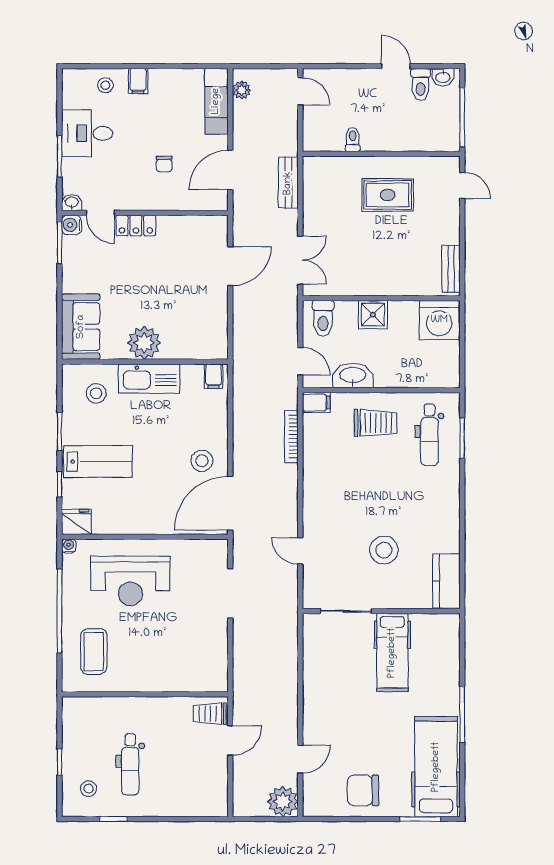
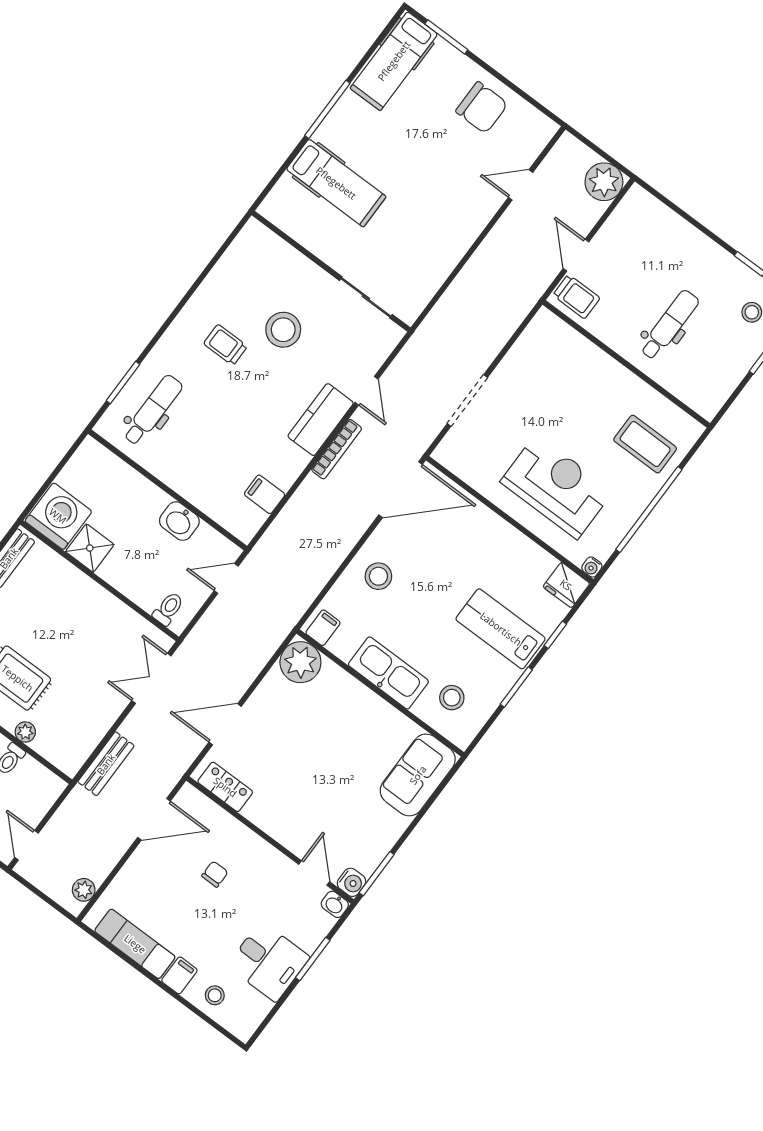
exam couch: (216, 101) -> (135, 944), moved, turned -90
plant: (356, 164) -> (25, 732), added
locker: (136, 226) -> (225, 787), moved
shower: (373, 315) -> (90, 548), moved
toilet: (323, 318) -> (168, 609), width x0.73, depth x0.72
plant: (144, 343) -> (300, 662), moved
door: (300, 361) -> (226, 578), hinge flipped
washbasin: (353, 376) -> (179, 521), width x0.72
filing cabinet: (316, 403) -> (265, 494), moved
trolley: (376, 423) -> (225, 345), moved, width x0.73, depth x0.72
bookcase: (291, 437) -> (337, 449), moved
stool: (202, 461) -> (378, 576), moved
kitchen counter: (446, 581) -> (321, 420), moved, turned 180
coffee table: (94, 651) -> (645, 444), turned 90
hospital bed: (392, 653) -> (336, 183), moved, turned 90
door: (230, 740) -> (576, 255), hinge flipped
dental chair: (130, 764) -> (669, 325), moved
hospital bed: (436, 767) -> (394, 61), width x0.73, depth x0.78
plant: (283, 802) -> (604, 182), moved

